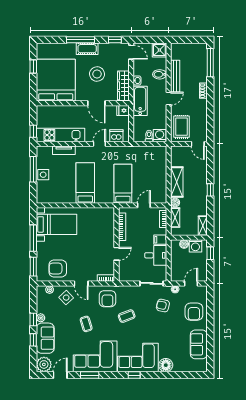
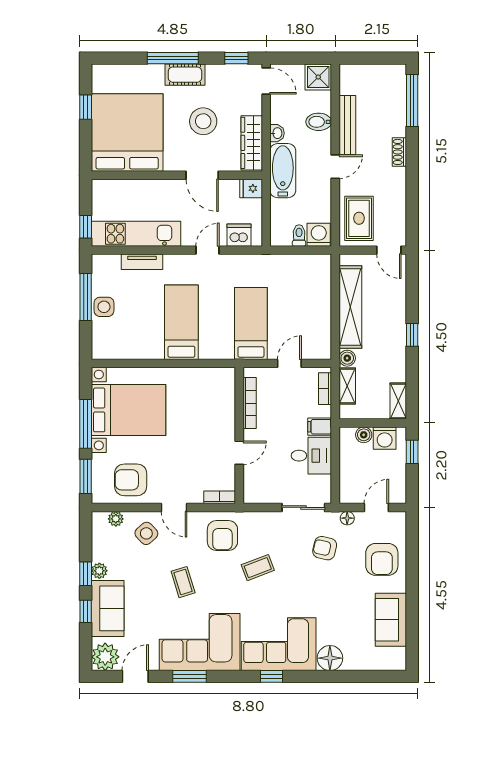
shelving: (177, 182) -> (350, 307), width x1.47
bed with nightstands: (56, 224) -> (128, 410), width x1.36

